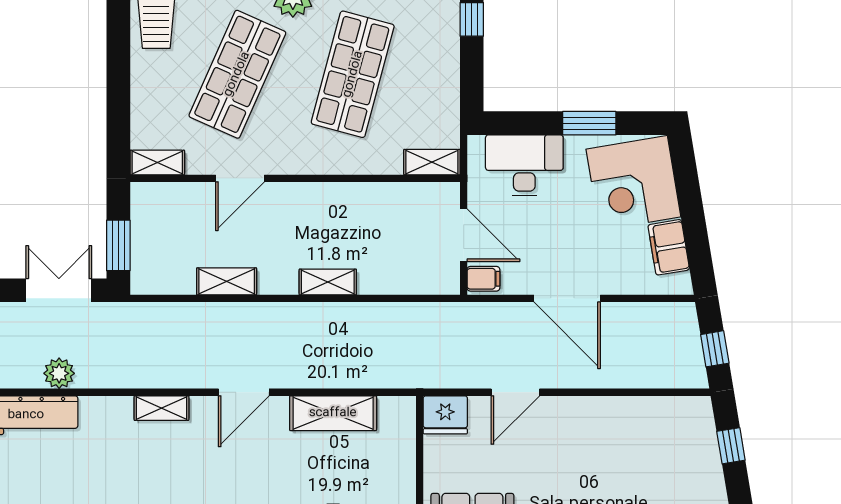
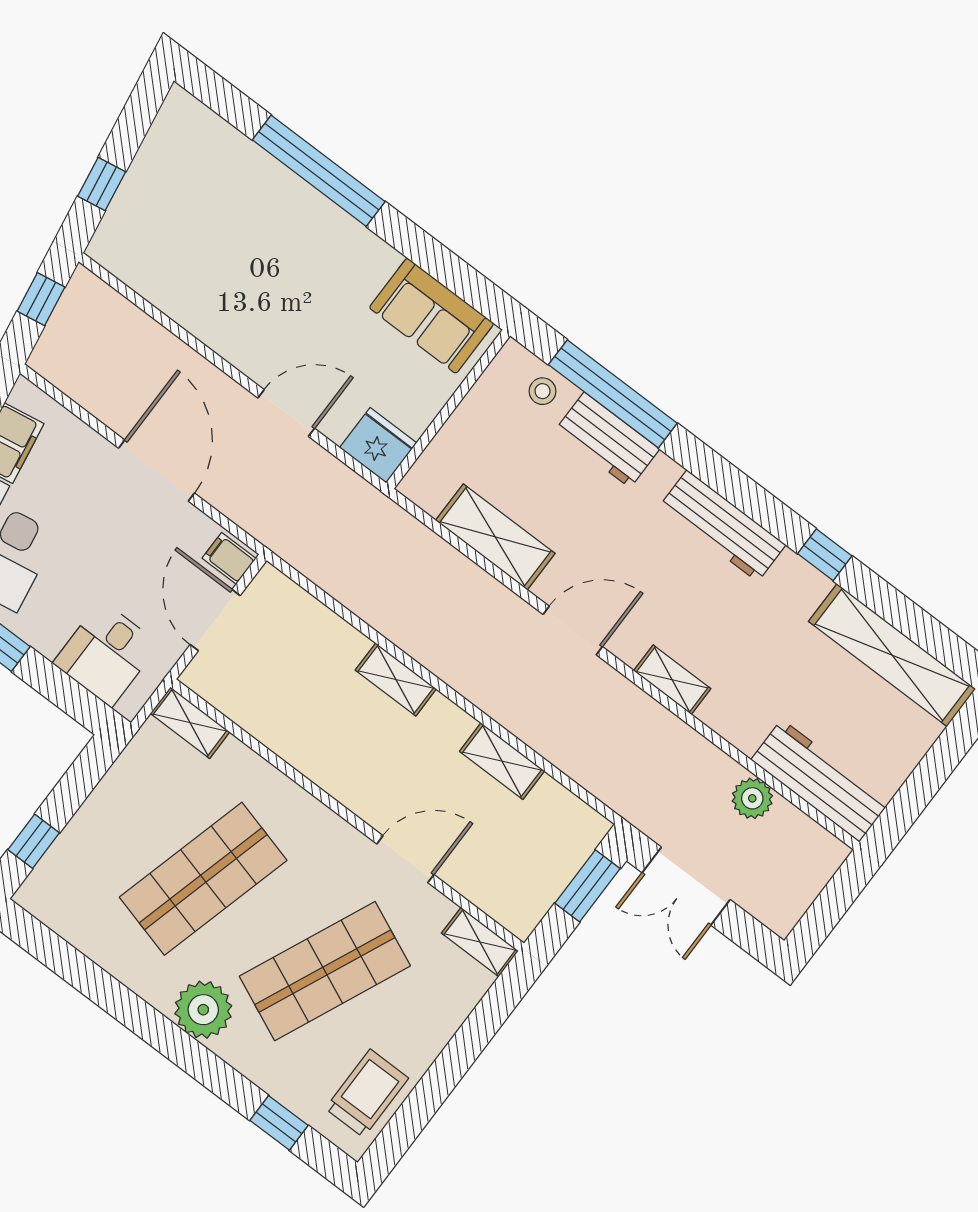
desk: (524, 165) -> (106, 654), width x0.73

